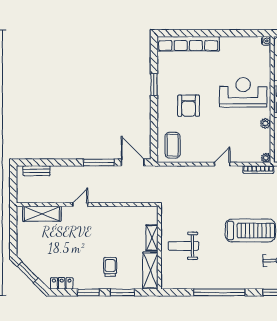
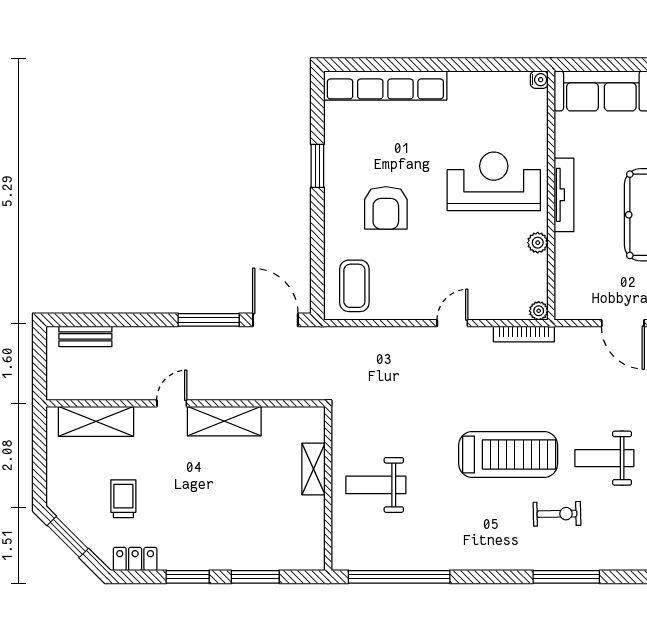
trolley: (110, 267) -> (123, 499), moved
shelving: (150, 271) -> (224, 421), moved, turned 90
window: (219, 292) -> (399, 577), moved

